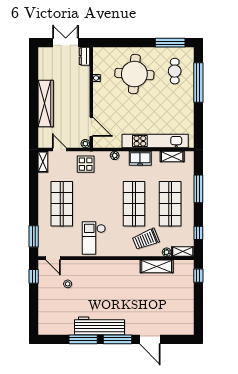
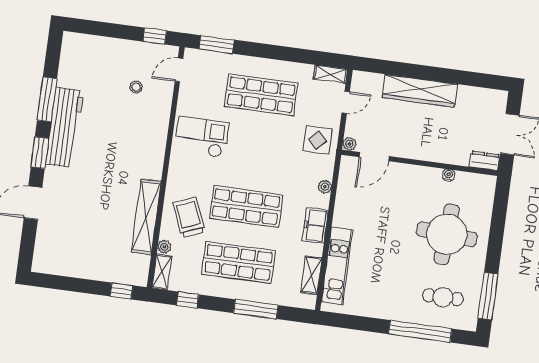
kitchen unit: (155, 141) -> (337, 266), width x0.73
shelving: (157, 266) -> (146, 217), width x1.47
window: (117, 339) -> (40, 153), width x0.69

